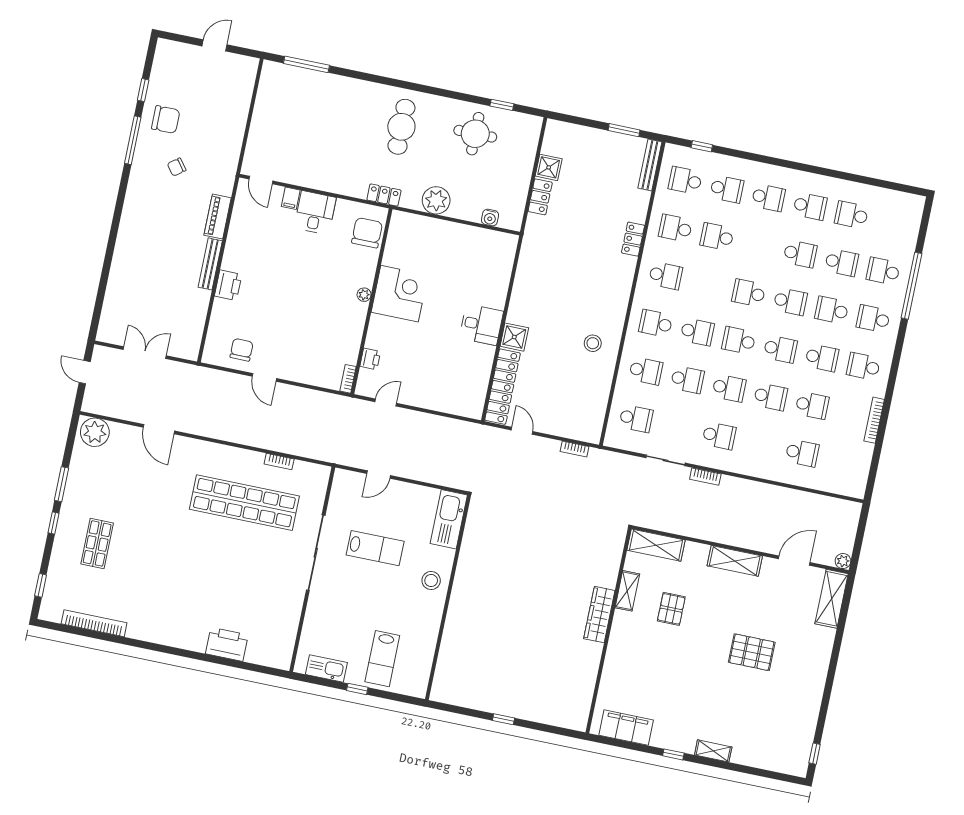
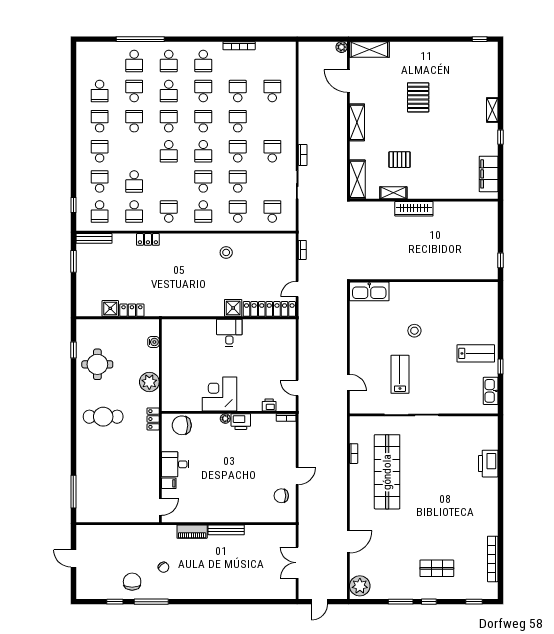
printer: (228, 285) -> (241, 422), moved, turned 180
kitchen sink: (449, 519) -> (369, 291), moved
wall: (448, 597) -> (424, 281), moved

